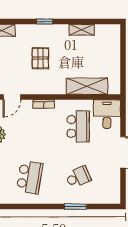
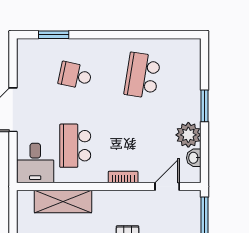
school desk: (78, 177) -> (75, 75), turned 36
window: (75, 207) -> (54, 35), moved

